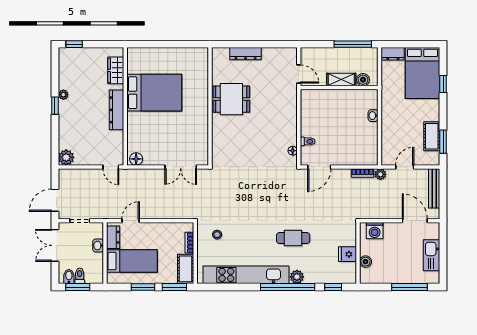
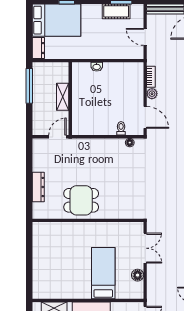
boiler: (363, 80) -> (63, 76), removed
bed: (154, 93) -> (103, 273), moved, width x0.67
dining table: (231, 99) -> (81, 200), turned 90
floor lamp: (136, 159) -> (138, 275), moved
plant: (380, 174) -> (152, 94), moved

